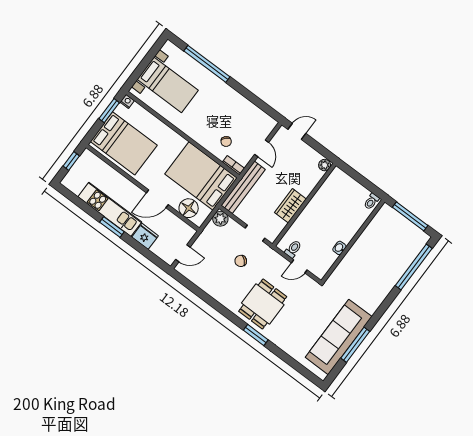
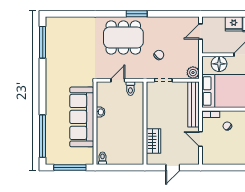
door: (297, 131) -> (173, 167), moved
plant: (325, 165) -> (151, 159), removed
wardrobe: (290, 206) -> (153, 141), moved
dining table: (263, 304) -> (123, 38), width x1.37
window: (256, 335) -> (137, 14), moved
sofa: (339, 337) -> (82, 117), moved, turned 180
window: (355, 345) -> (43, 42), moved

